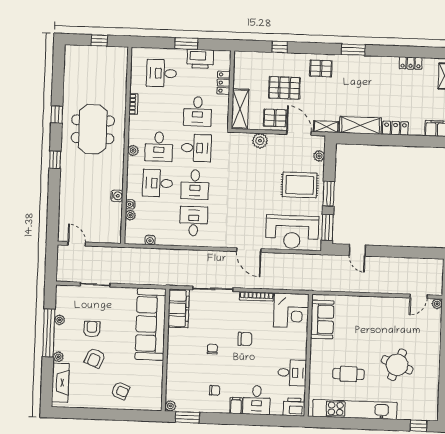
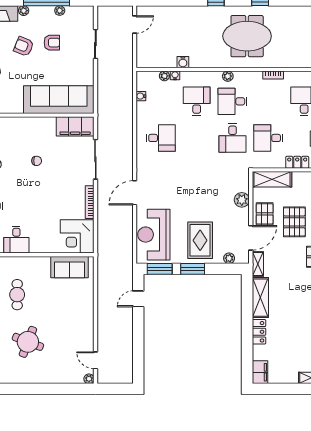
desk: (195, 185) -> (197, 138), removed
chair: (245, 339) -> (48, 192), removed

